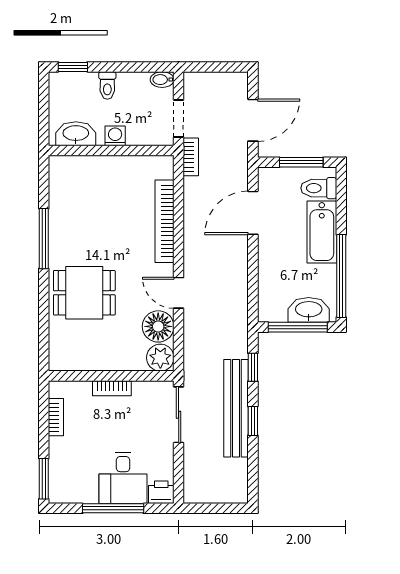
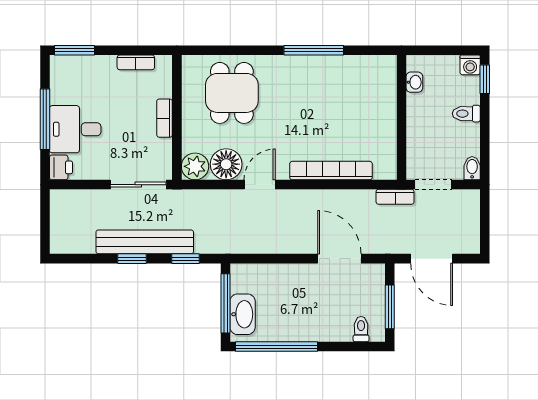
washbasin: (76, 134) -> (414, 82), width x0.52, depth x0.69
washing machine: (115, 136) -> (470, 65), moved, turned 90
toilet: (319, 188) -> (361, 329), width x0.73, depth x0.72
bathtub: (322, 232) -> (320, 327), removed
dining table: (84, 293) -> (232, 93), moved

